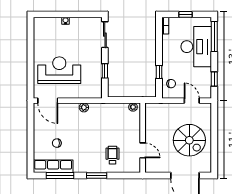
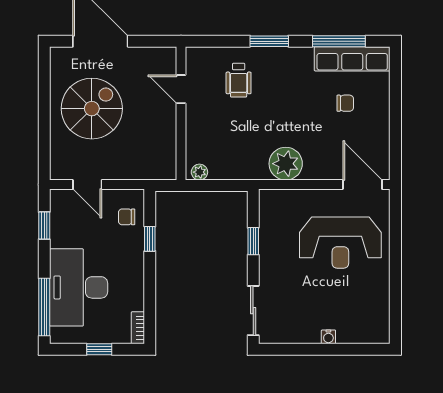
plant: (84, 107) -> (286, 164), width x1.88, depth x1.88
spiral stairs: (189, 140) -> (92, 109), turned 90

